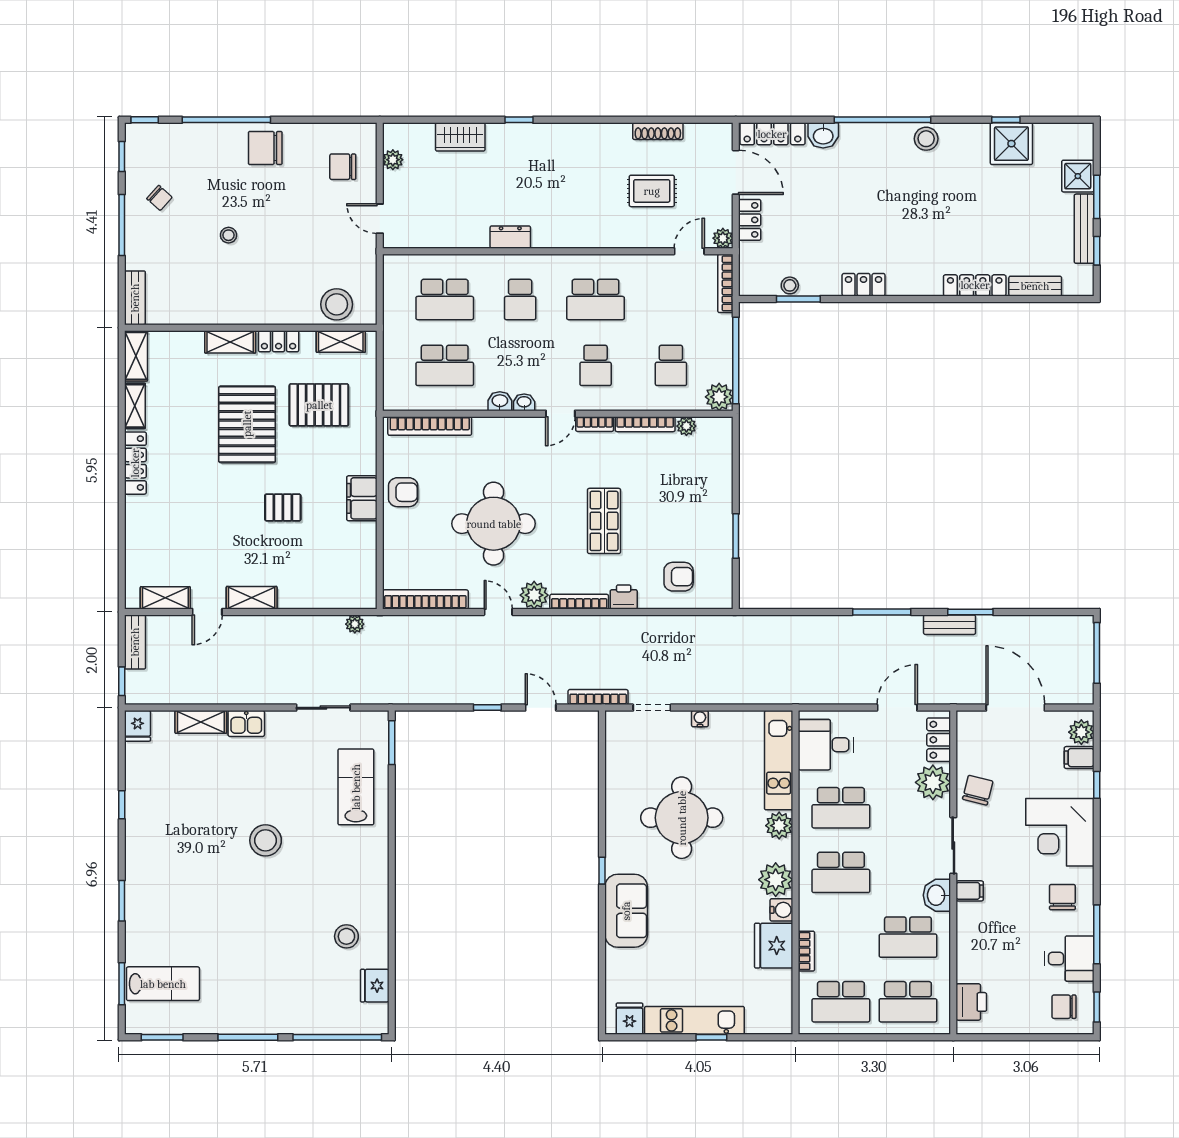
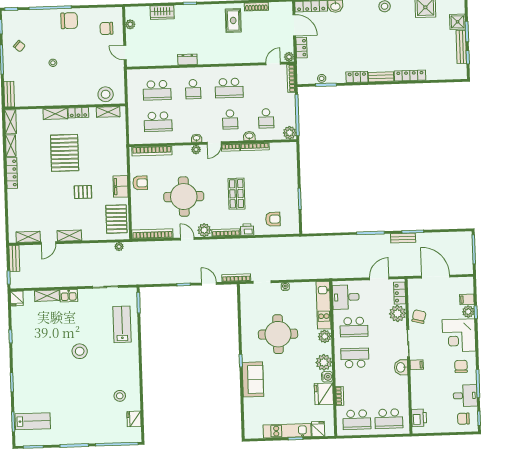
chair: (265, 148) -> (69, 21), turned 180
rug: (652, 191) -> (233, 20), moved, turned 90
bench: (1035, 286) -> (381, 77), moved
washbasin: (500, 401) -> (249, 136), moved
pallet: (319, 405) -> (116, 219), moved, turned 90
plant: (686, 426) -> (196, 150), moved
plant: (1081, 732) -> (468, 312), moved
school desk: (841, 872) -> (355, 358), turned 180
school desk: (908, 937) -> (388, 388), removed
fridge: (630, 1019) -> (318, 429), moved

